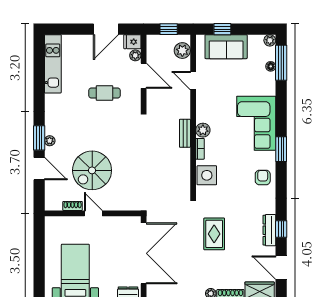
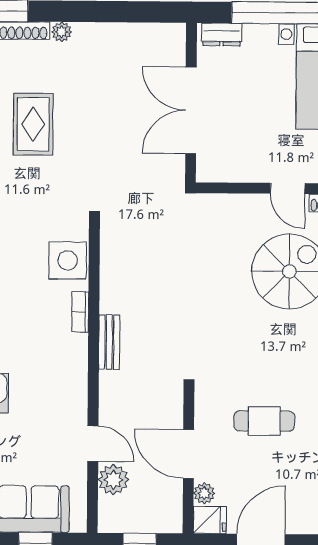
plant: (182, 51) -> (113, 480), moved
plant: (203, 130) -> (75, 348), removed
rug: (214, 234) -> (33, 124), moved
double door: (144, 253) -> (191, 110), width x0.73

